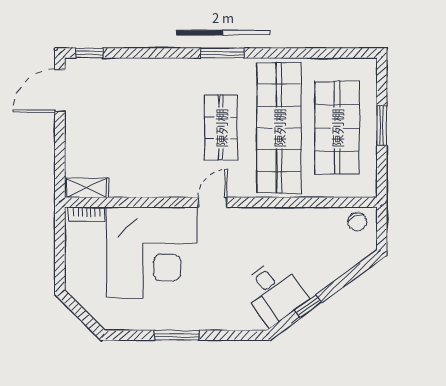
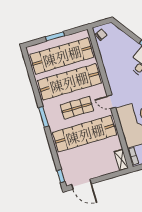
shop shelf: (163, 128) -> (85, 134), added
shop shelf: (337, 128) -> (62, 56), width x1.40

